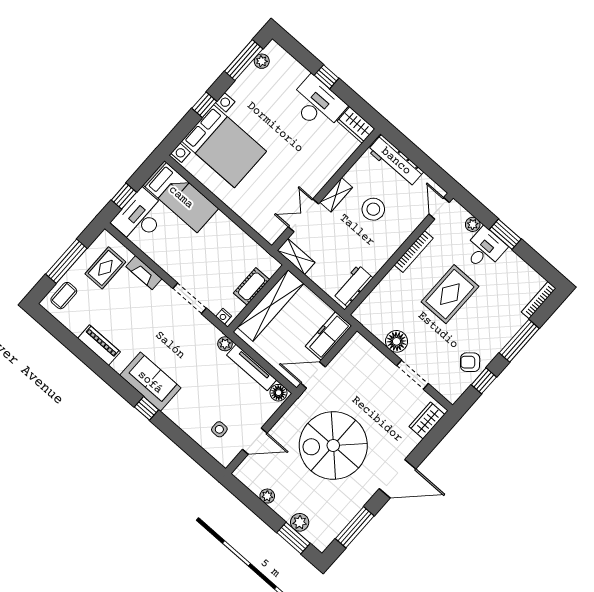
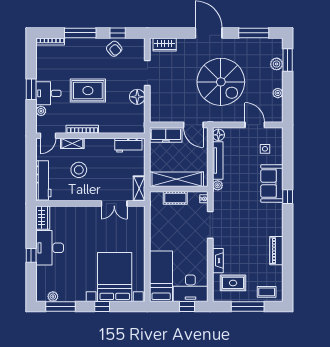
shelving: (336, 195) -> (72, 143), moved
sofa: (150, 382) -> (272, 183), moved

